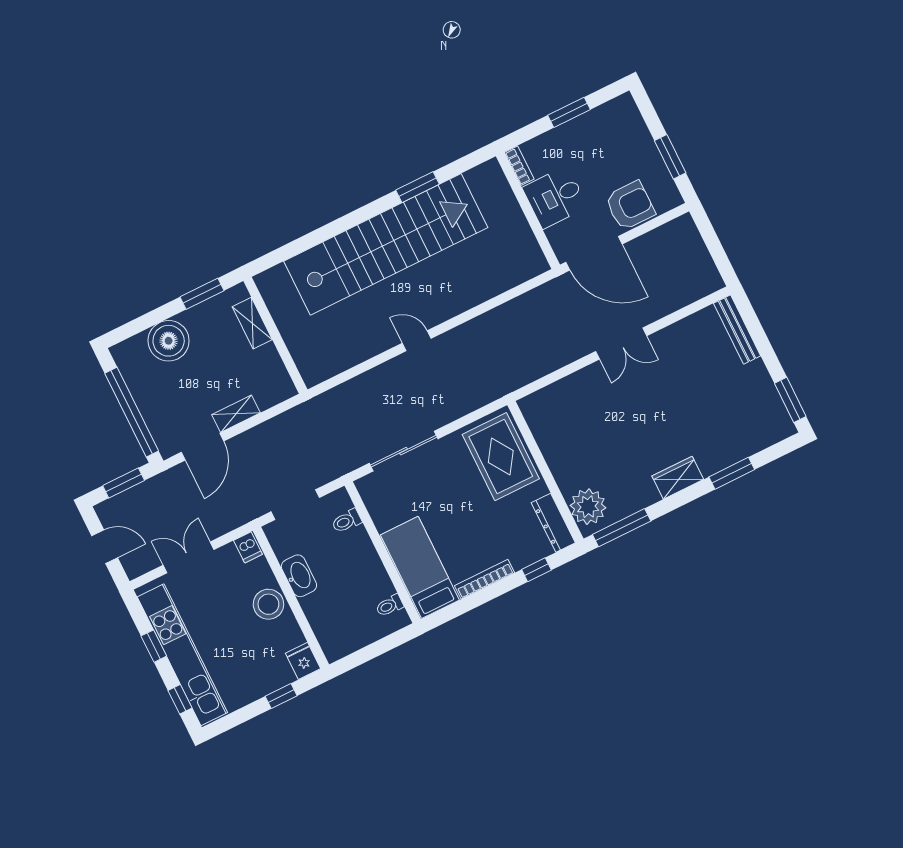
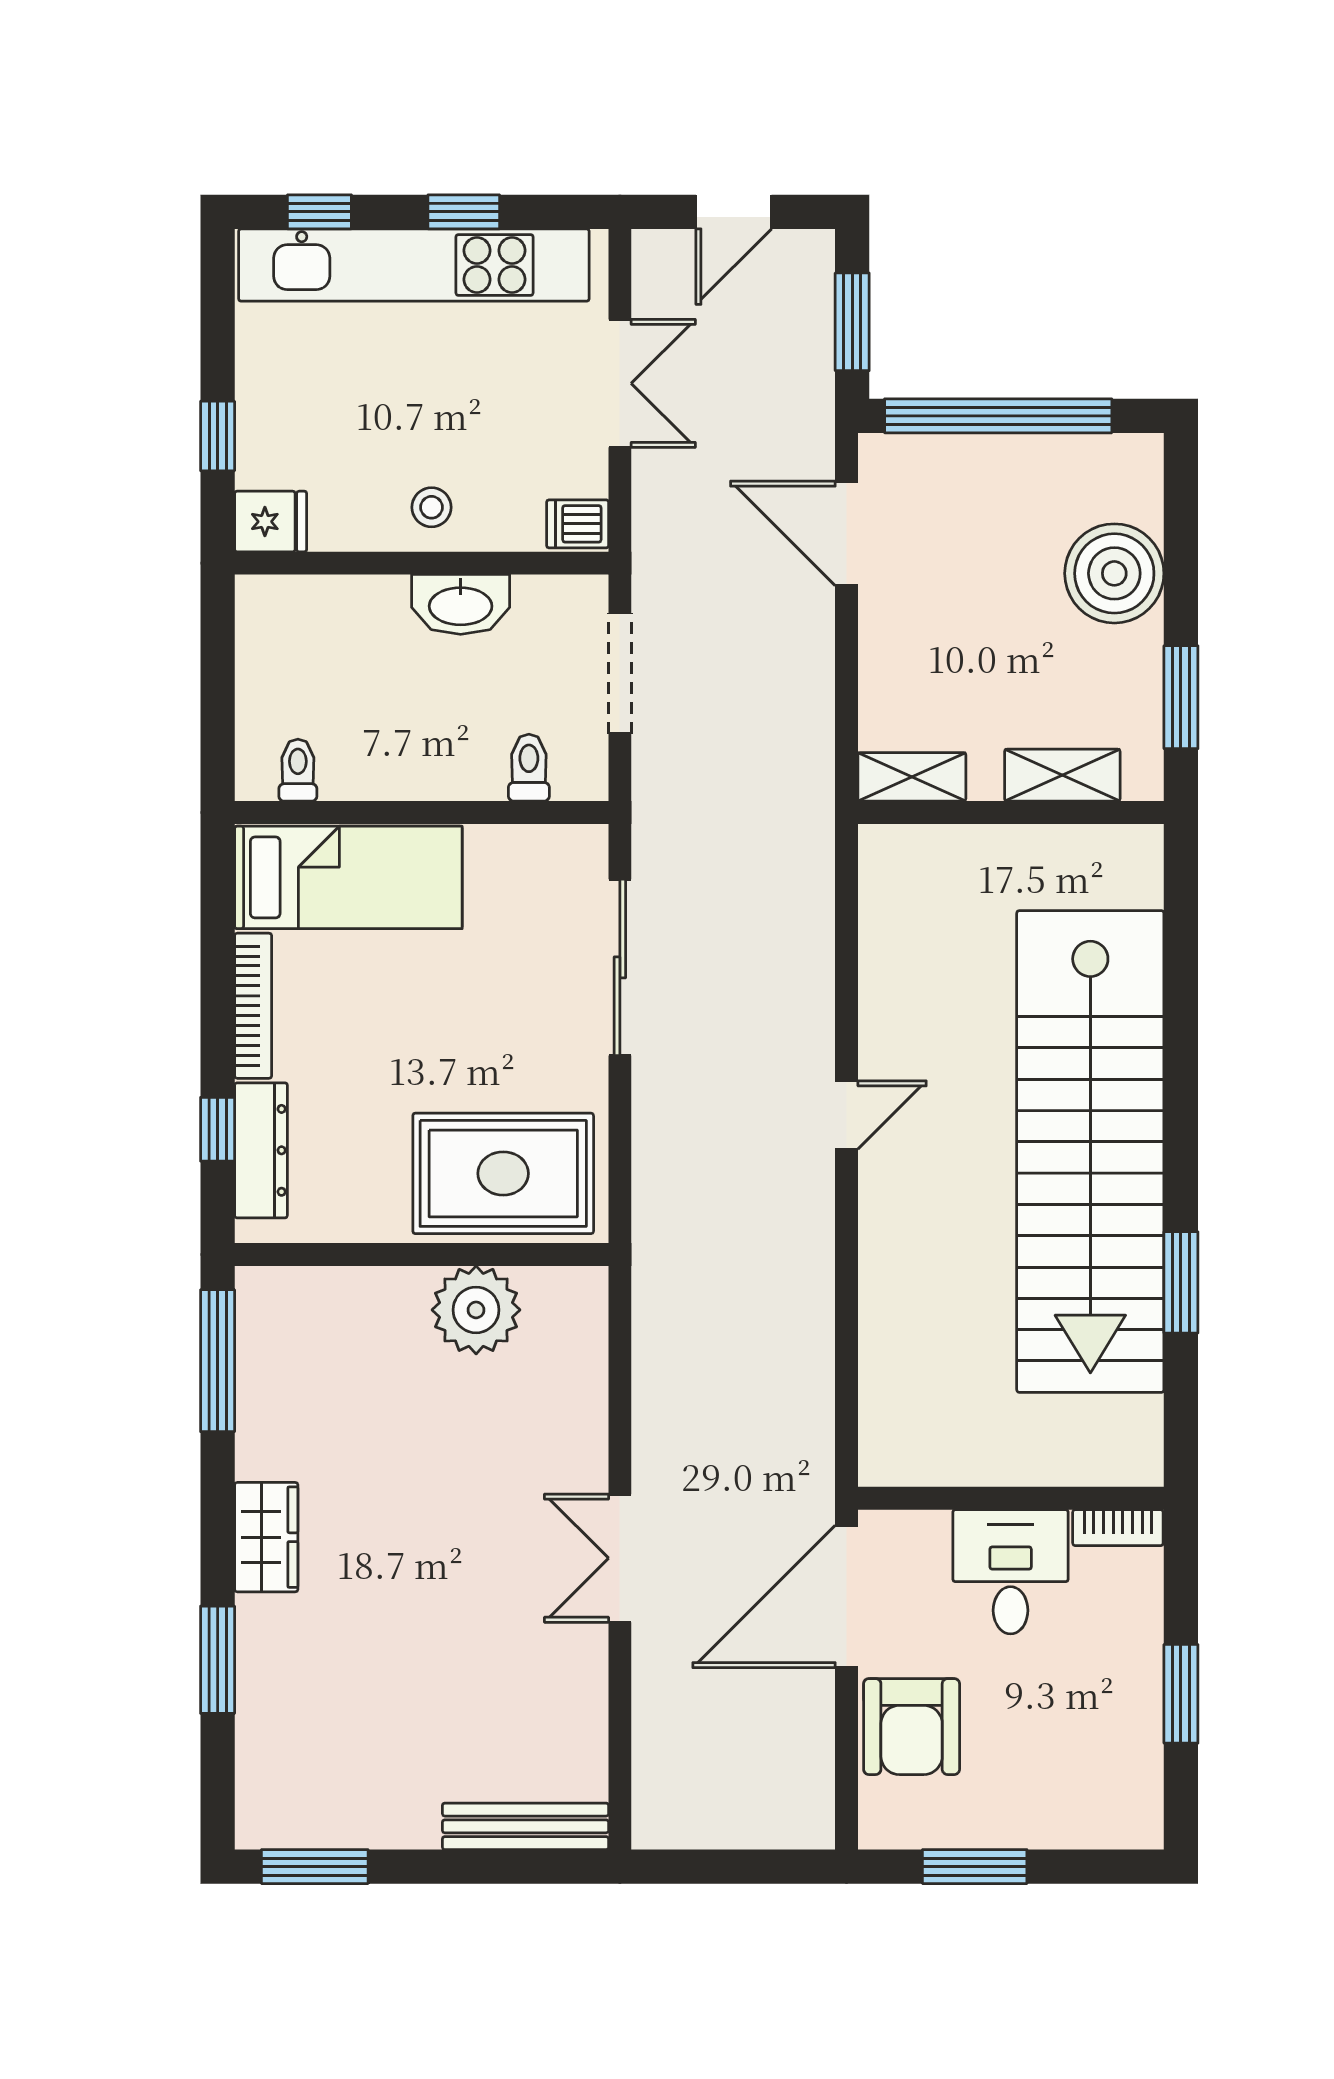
shelving: (236, 414) -> (912, 777), moved, turned 90
plant: (588, 507) -> (476, 1310), moved
dresser: (553, 523) -> (261, 1150), moved, turned 90
stool: (268, 604) -> (431, 507), width x0.53, depth x0.53

